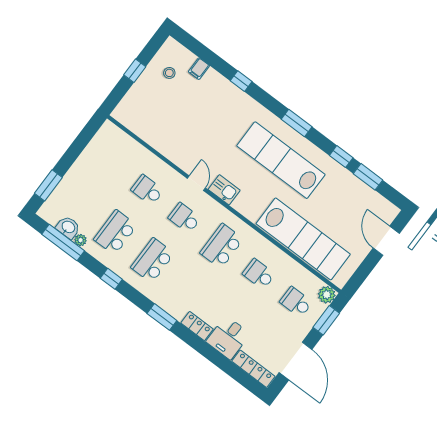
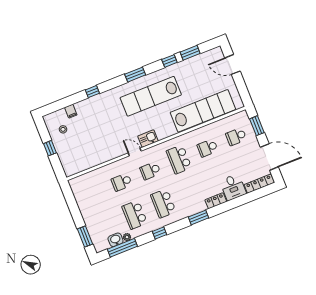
plant: (327, 295) -> (243, 117), removed

